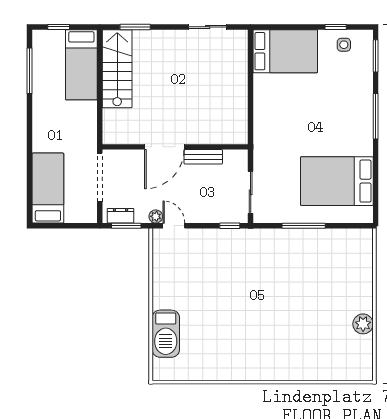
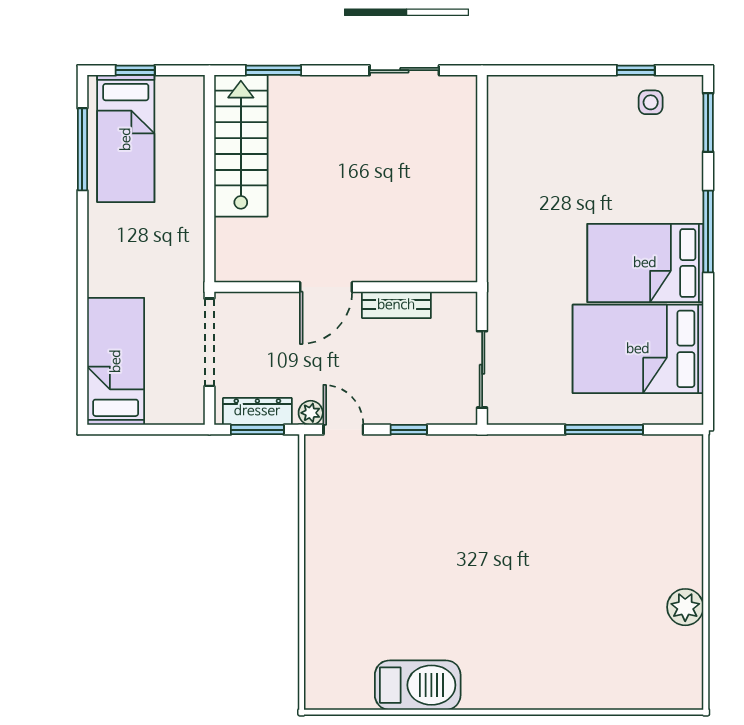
bed: (285, 51) -> (645, 263), moved, turned 180
bed: (81, 65) -> (126, 139), moved
door: (164, 147) -> (326, 287), width x0.73
dresser: (121, 216) -> (257, 411), width x1.44
window: (230, 226) -> (409, 430), moved
window: (304, 226) -> (604, 430), moved
barbecue: (166, 334) -> (418, 685), moved, turned -90

